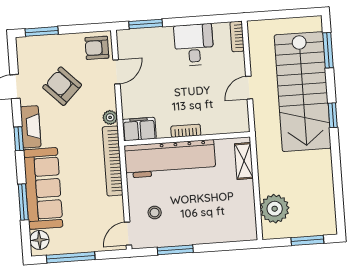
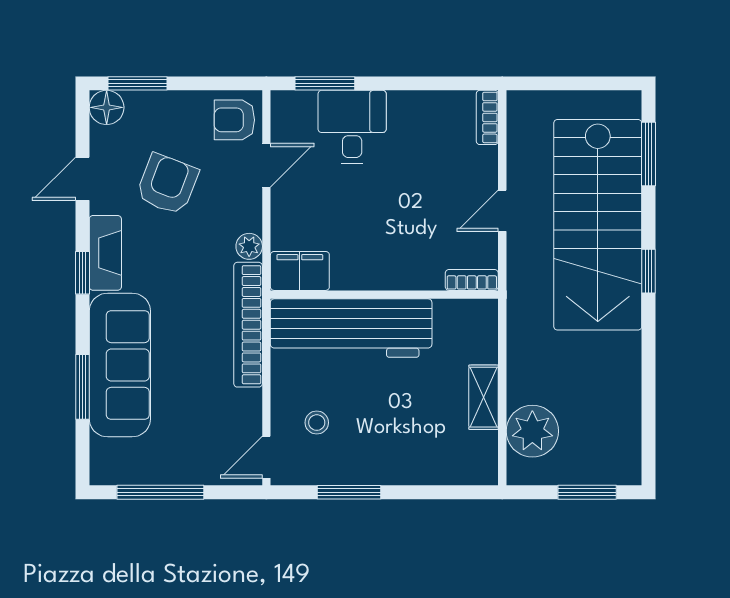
desk: (194, 45) -> (352, 127), moved
armchair: (62, 86) -> (167, 184), turned 66
bookcase: (186, 131) -> (472, 280), moved
shelving: (244, 161) -> (484, 397), moved
floor lamp: (39, 240) -> (107, 107), moved

